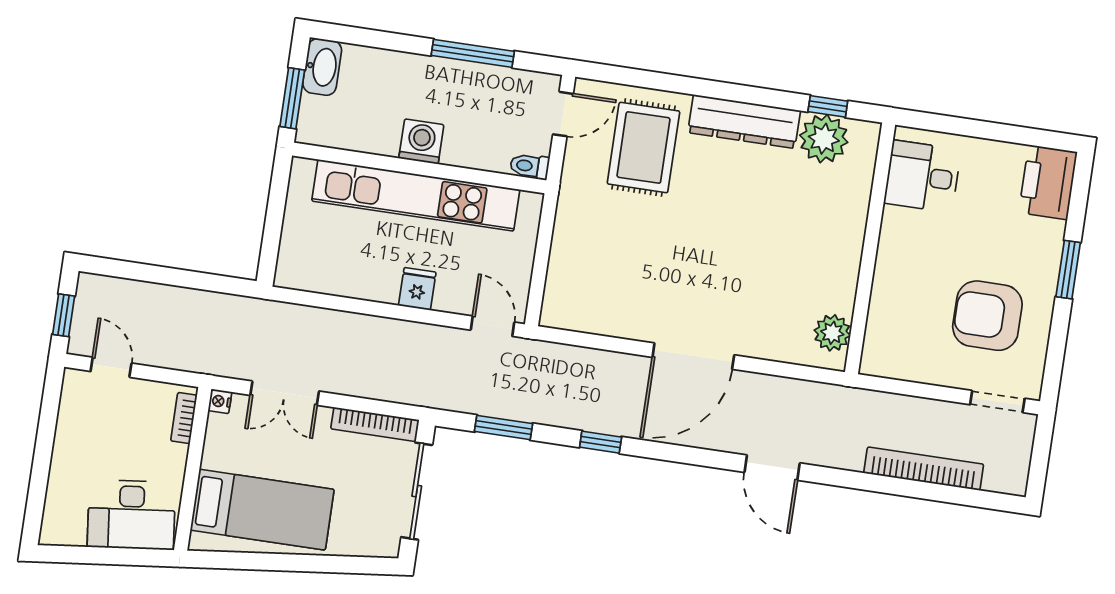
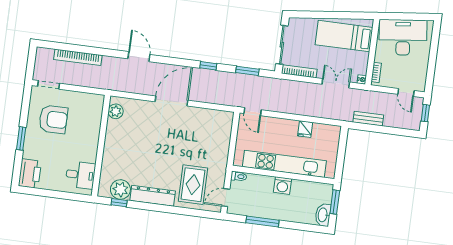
fridge: (417, 289) -> (305, 129), moved
bench: (205, 304) -> (368, 119), added
desk: (131, 515) -> (403, 37), width x1.36, depth x1.30

